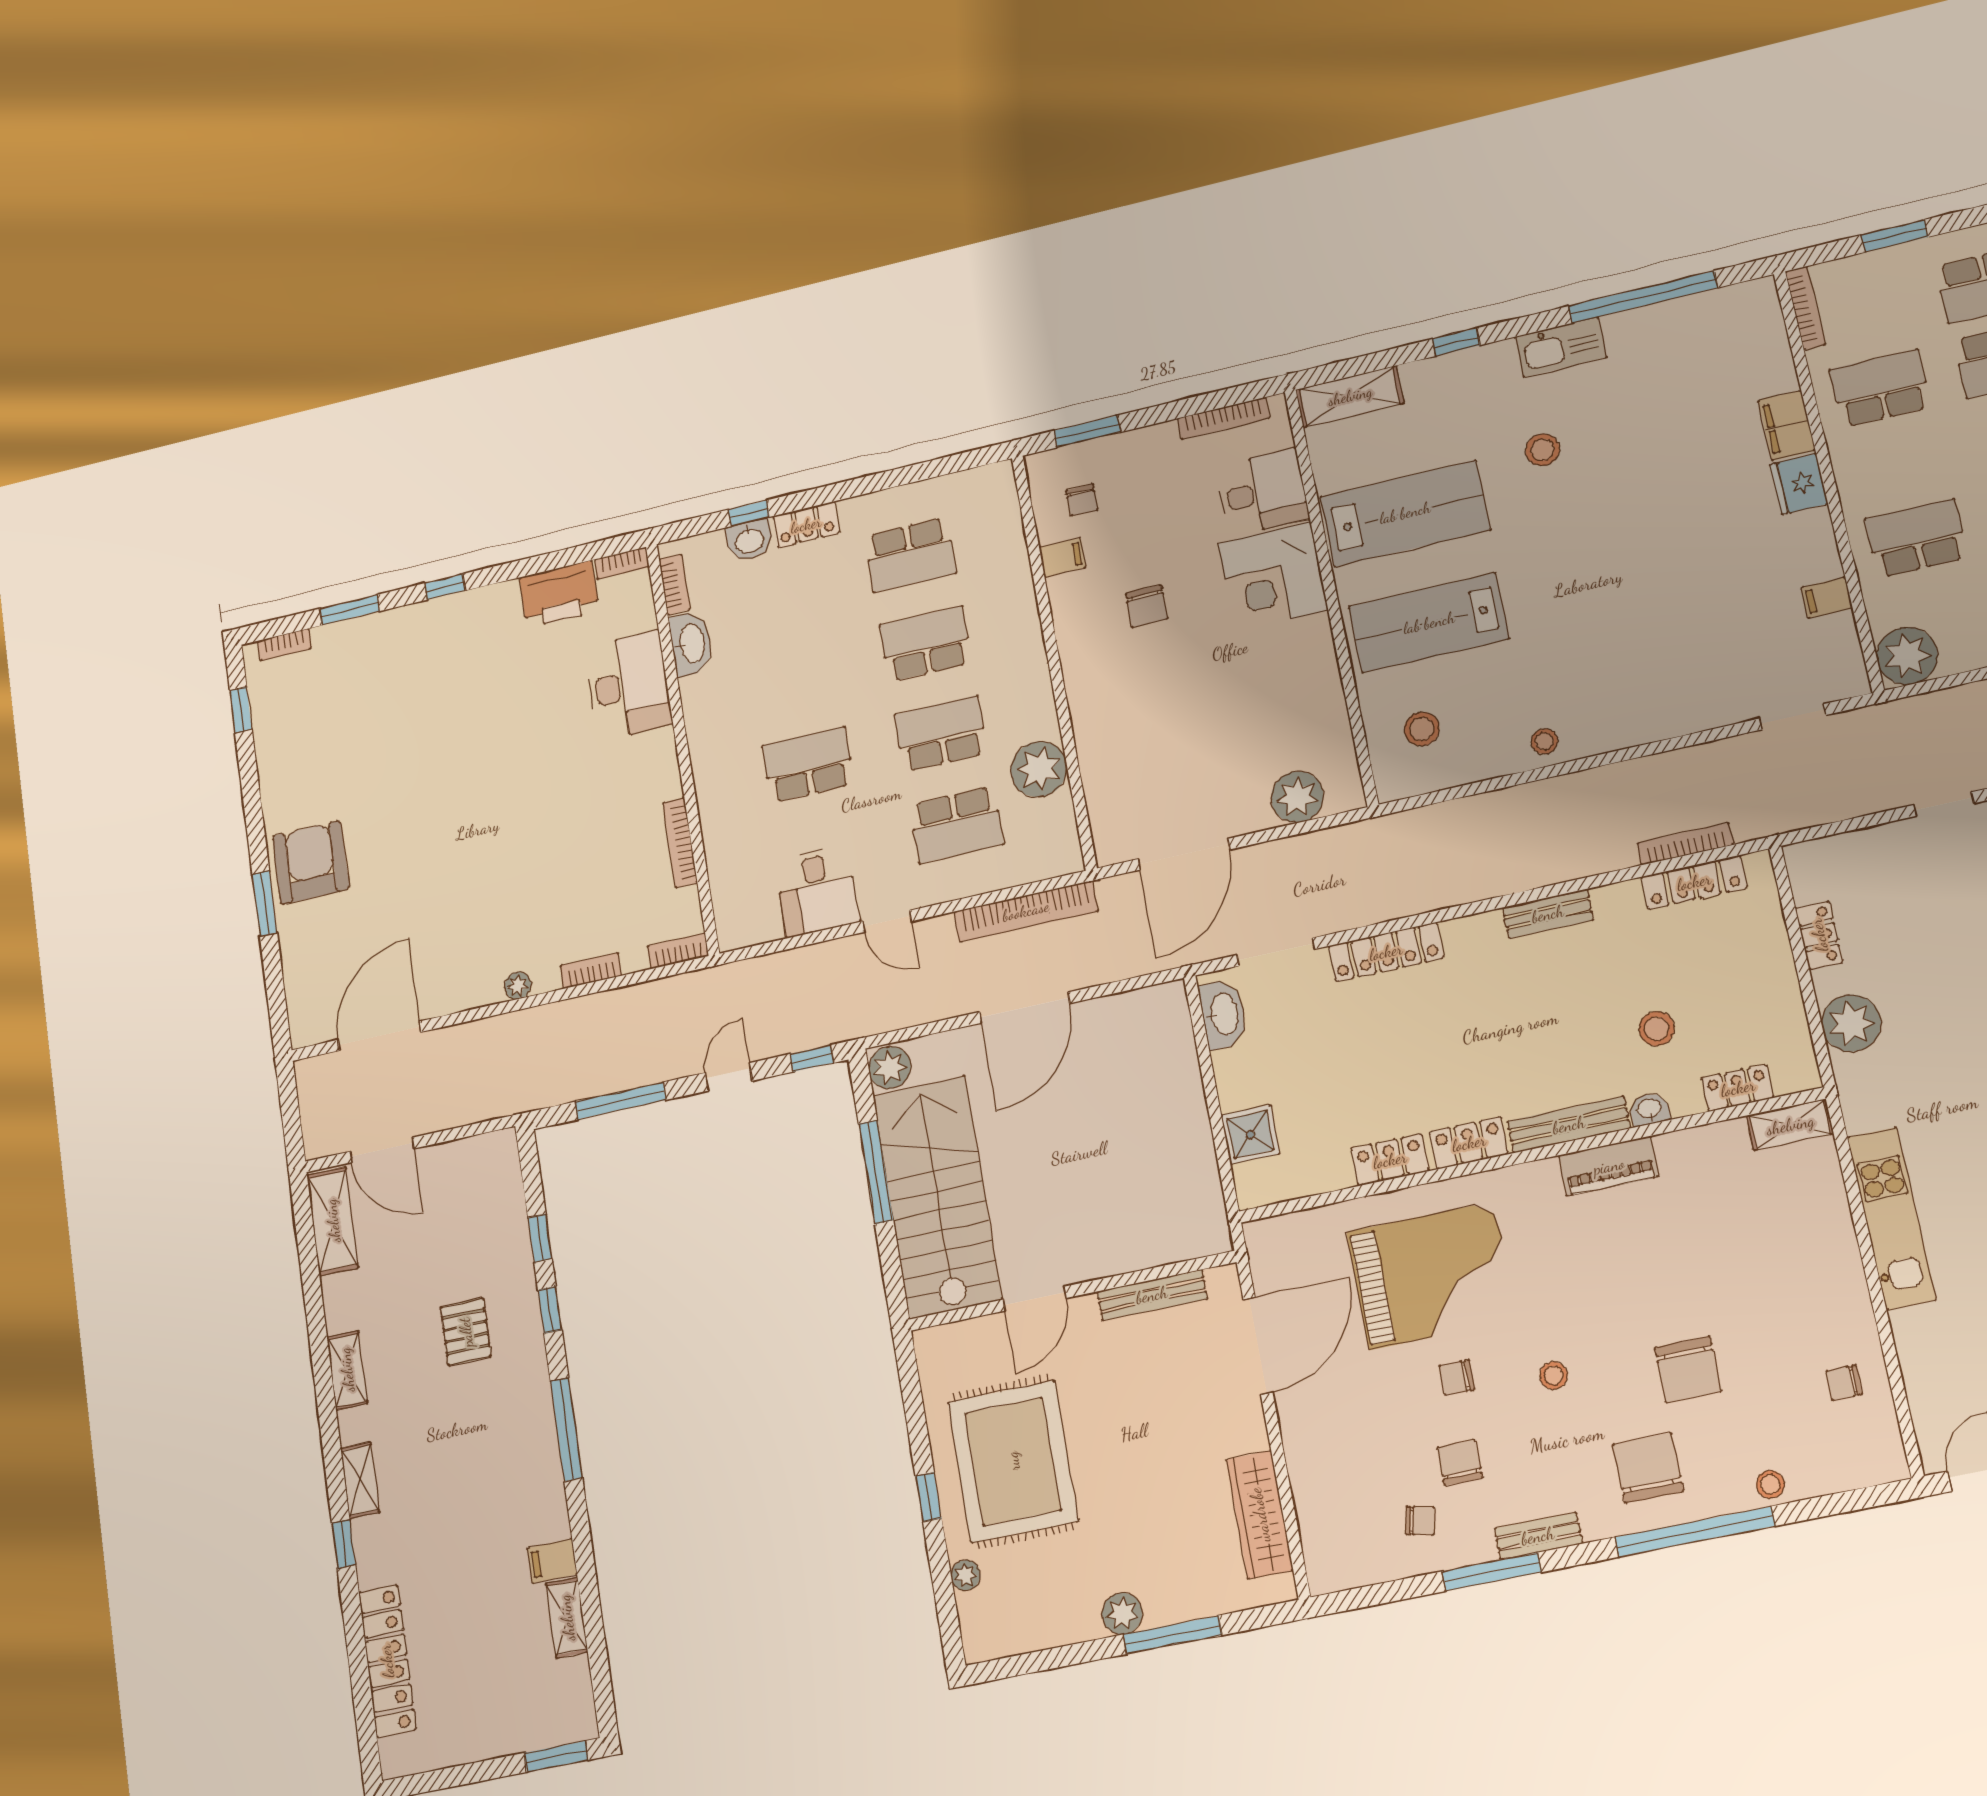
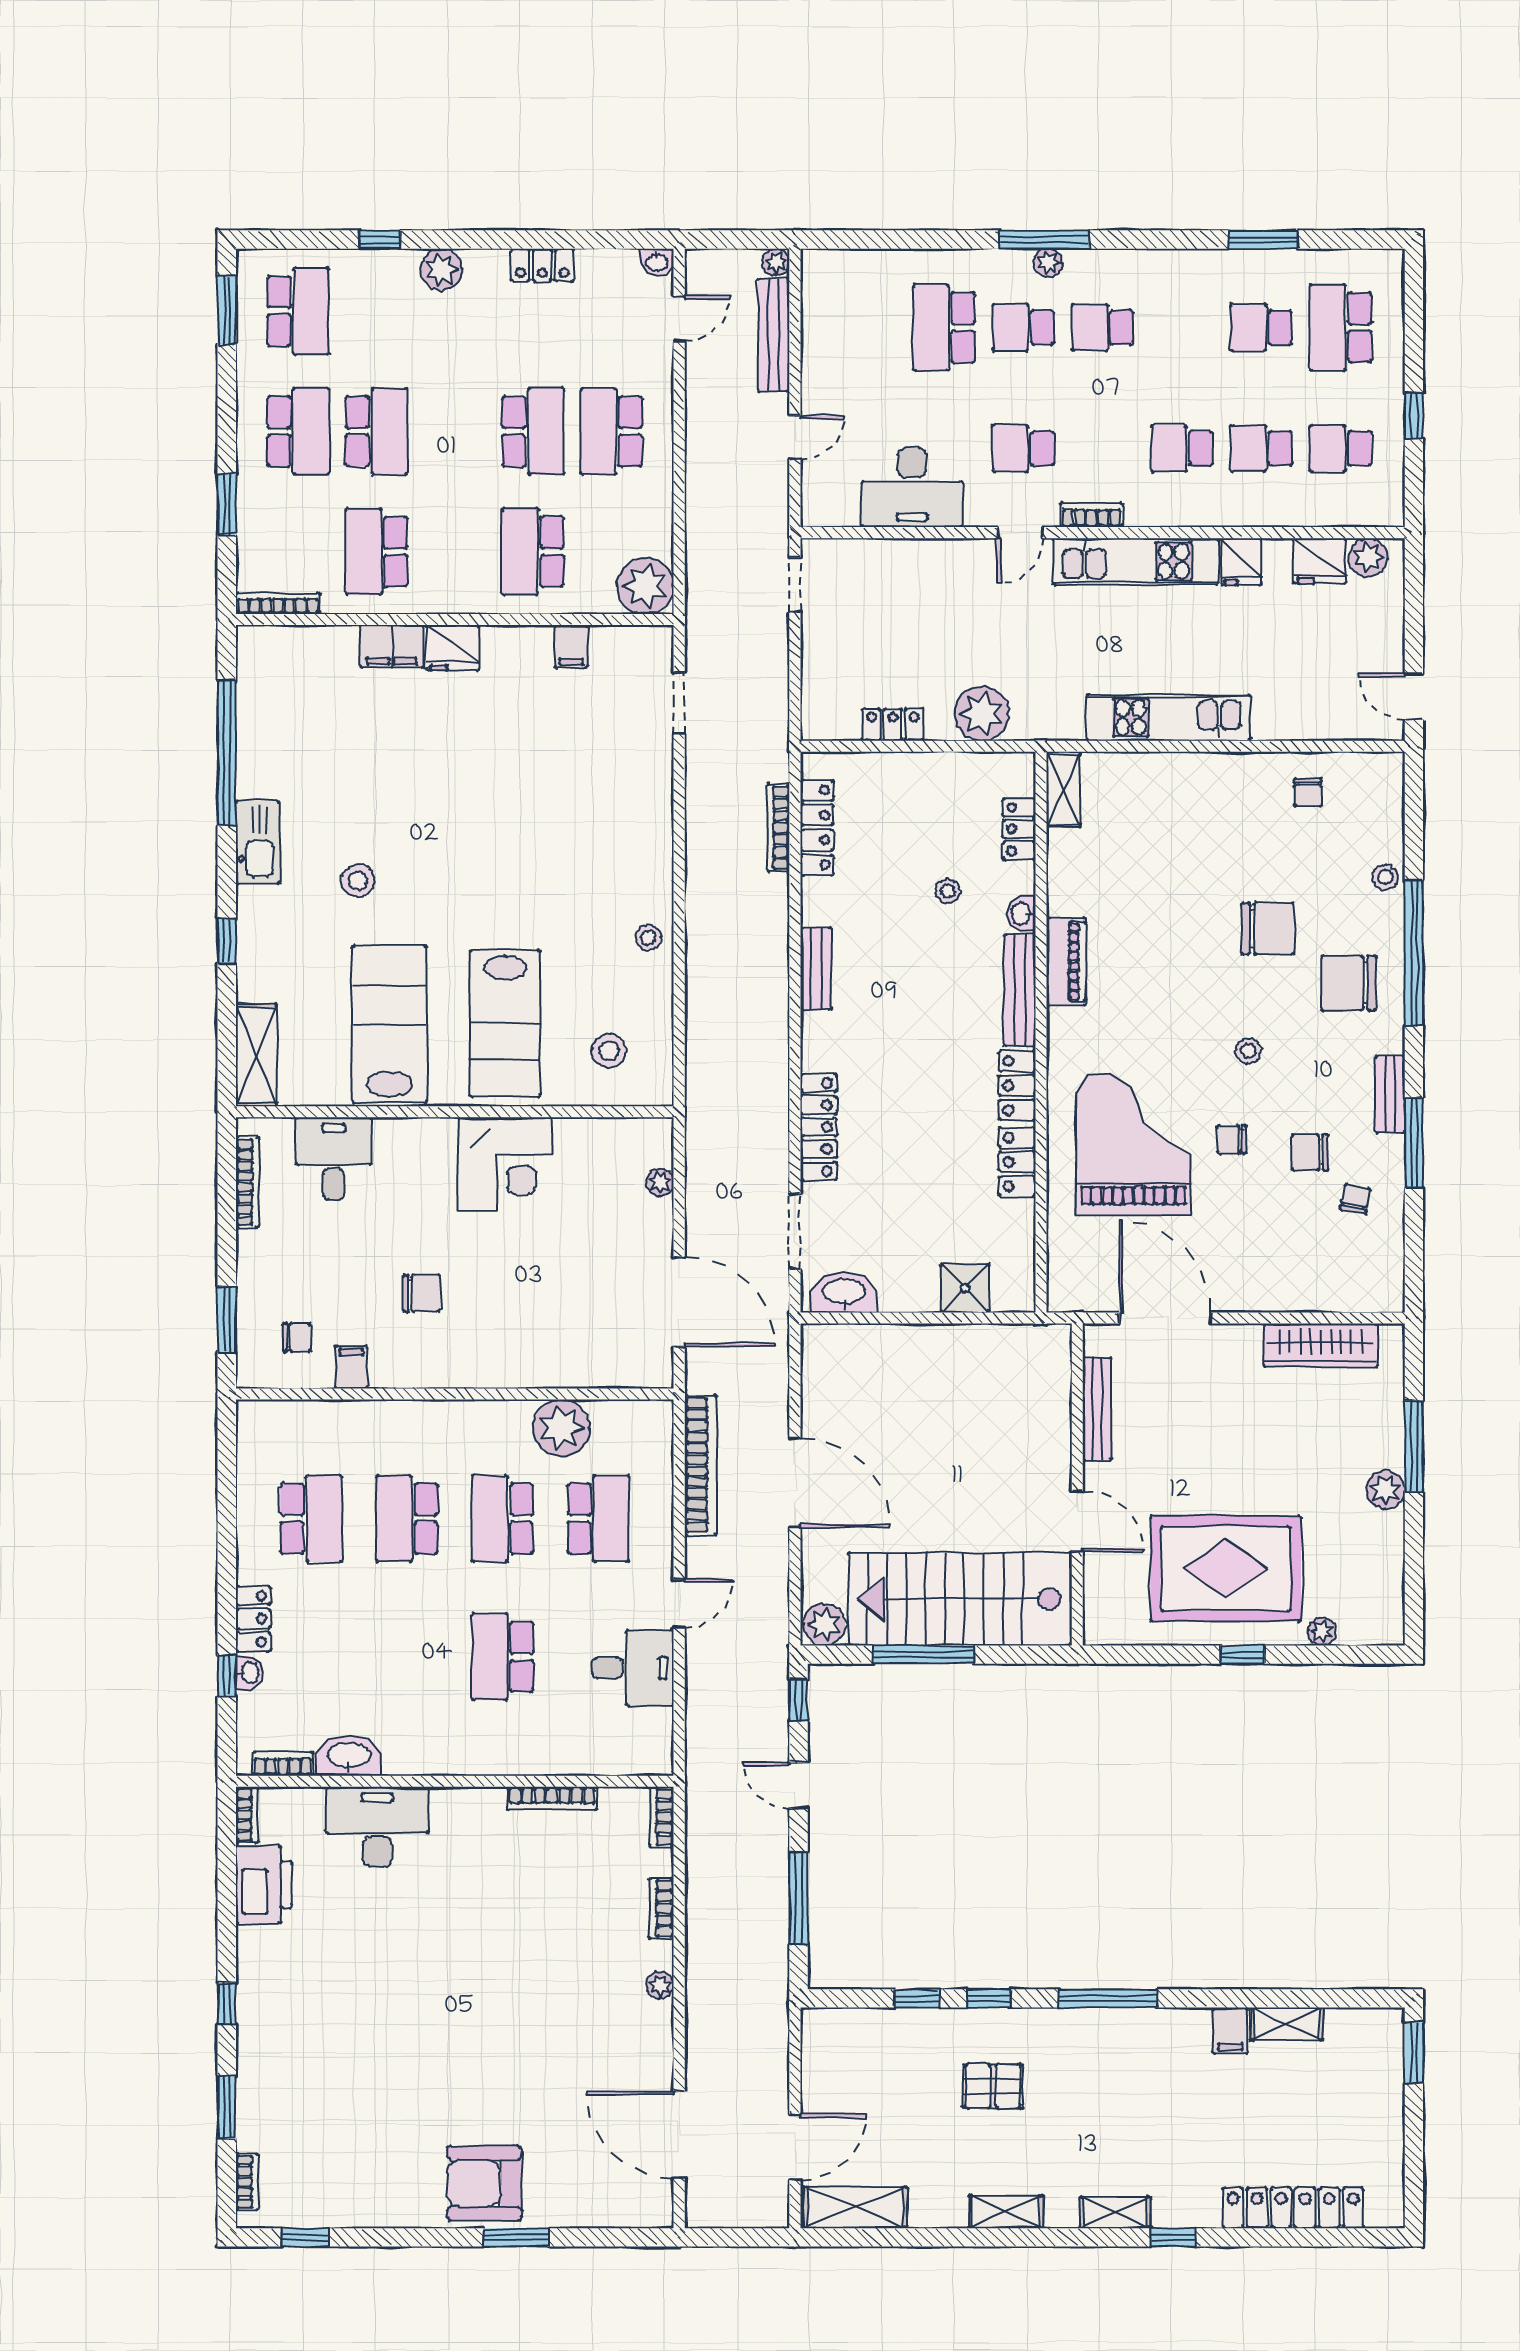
washbasin: (750, 540) -> (249, 1673), width x0.72, depth x0.69
corner desk: (1273, 577) -> (506, 1164), moved
plant: (1297, 797) -> (660, 1182), width x0.53, depth x0.53
stool: (1657, 1029) -> (948, 891), width x0.73, depth x0.73
chair: (1457, 1378) -> (1232, 1139), turned 90

